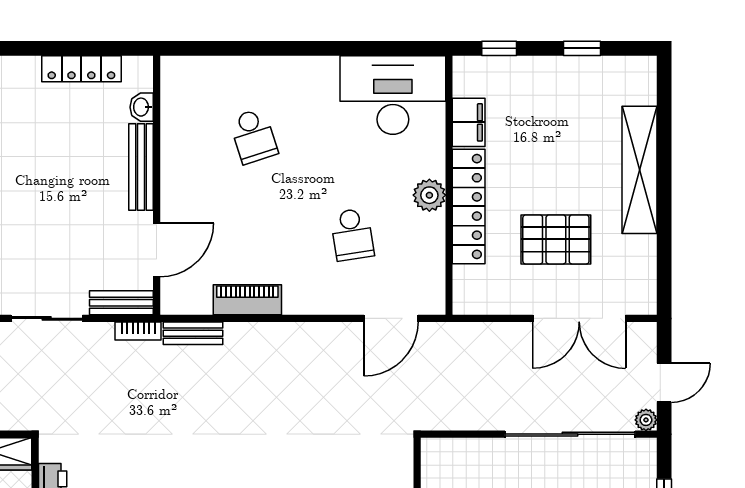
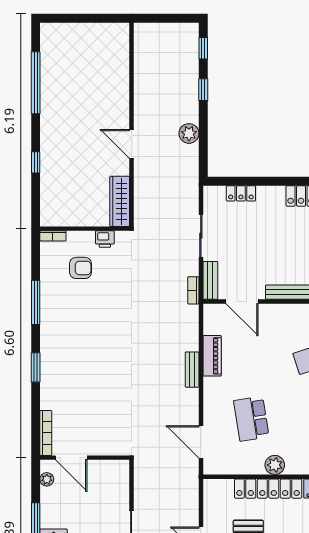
school desk: (352, 234) -> (251, 419), width x1.85
bench: (193, 333) -> (192, 370), moved

